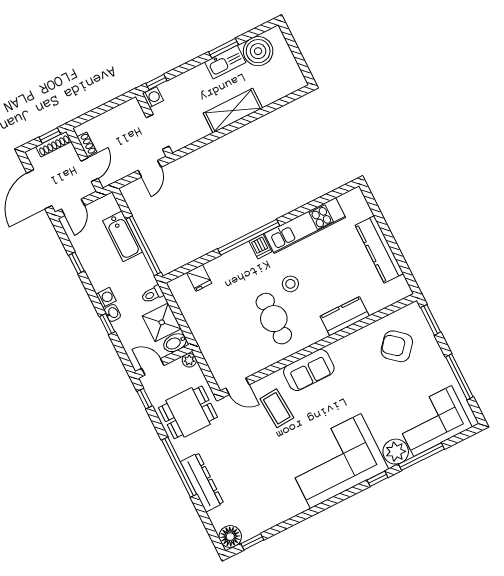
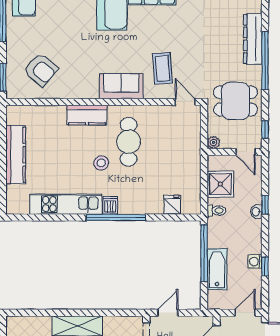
washing machine: (106, 297) -> (255, 261), moved
kitchen counter: (345, 316) -> (87, 115), moved
bidet: (175, 343) -> (218, 162), removed

